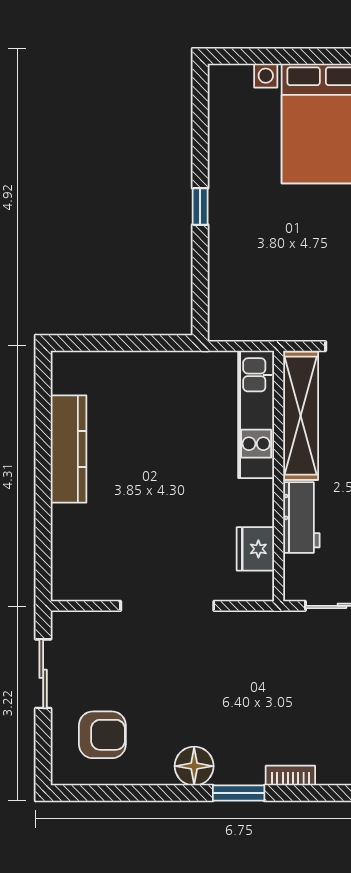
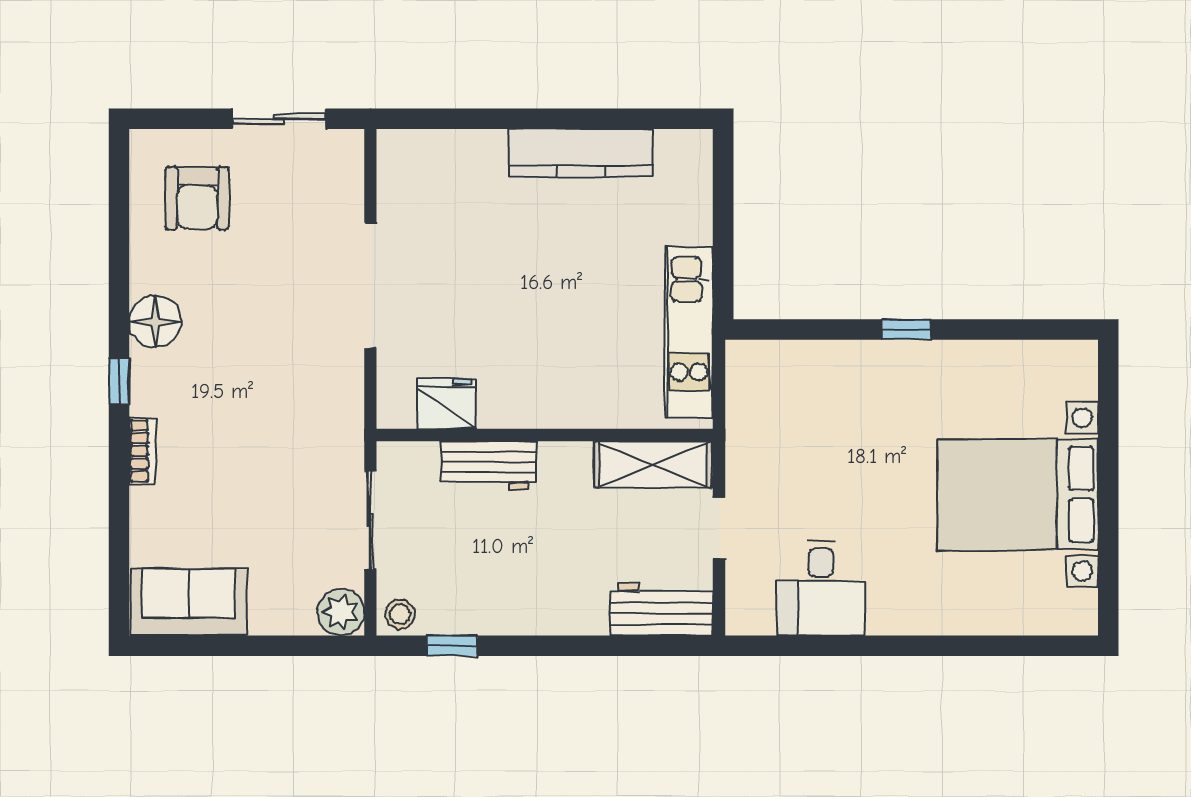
kitchen unit: (256, 414) -> (689, 333), moved, turned -90
shelving: (301, 416) -> (653, 465), width x0.68
window: (239, 793) -> (119, 381), width x0.67

